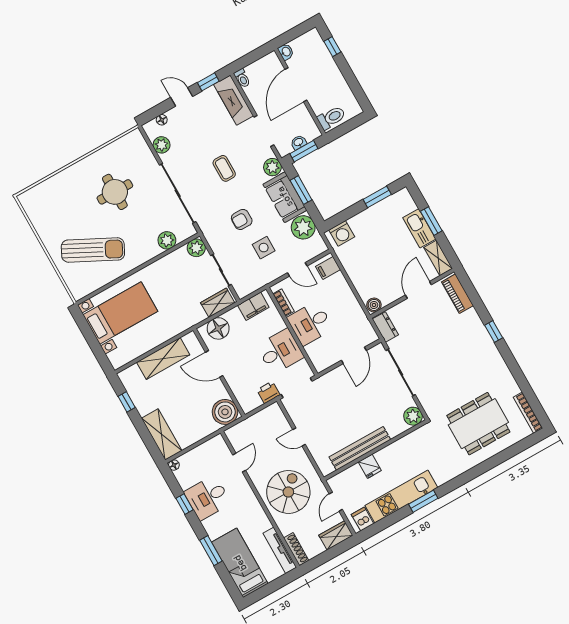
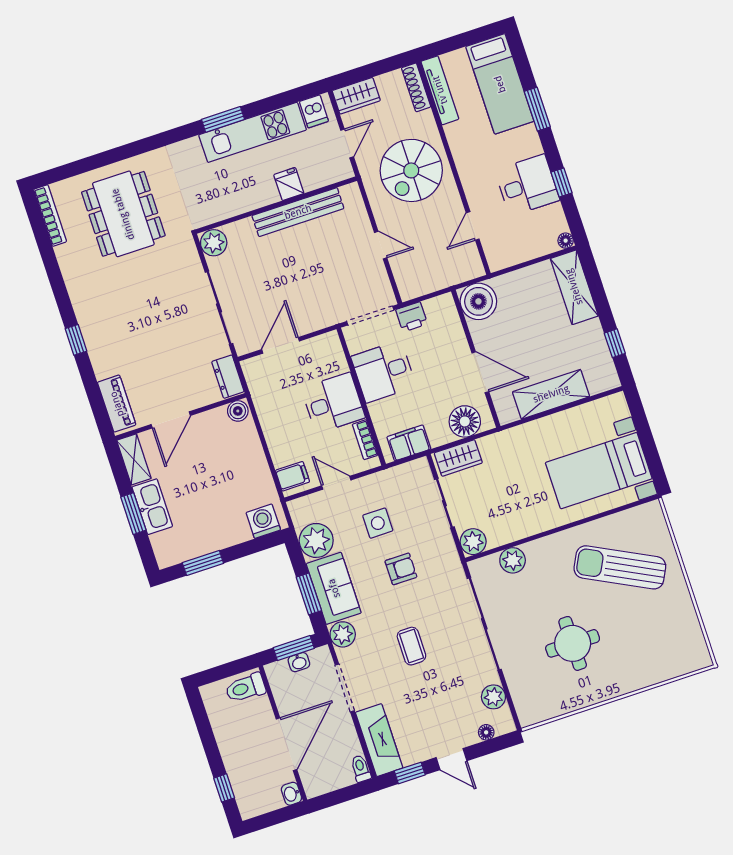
dining table: (478, 424) -> (123, 214), turned 90

